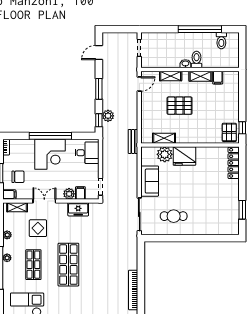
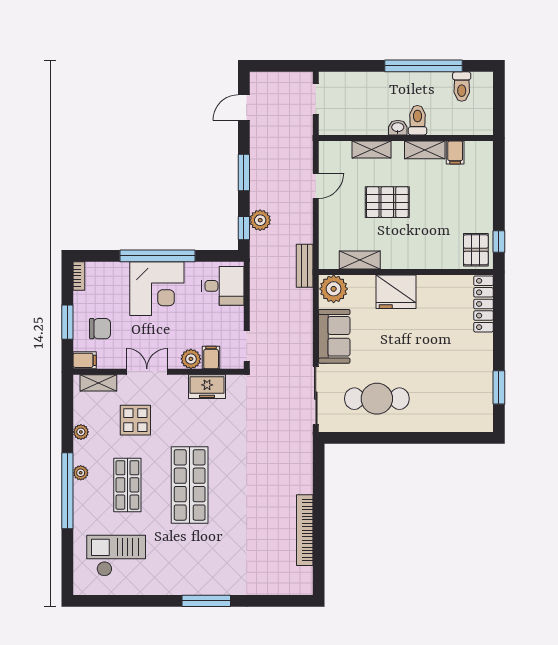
door: (139, 84) -> (316, 186), moved
plant: (165, 154) -> (334, 289), moved
cafe table: (174, 216) -> (377, 399), width x1.37, depth x1.35

